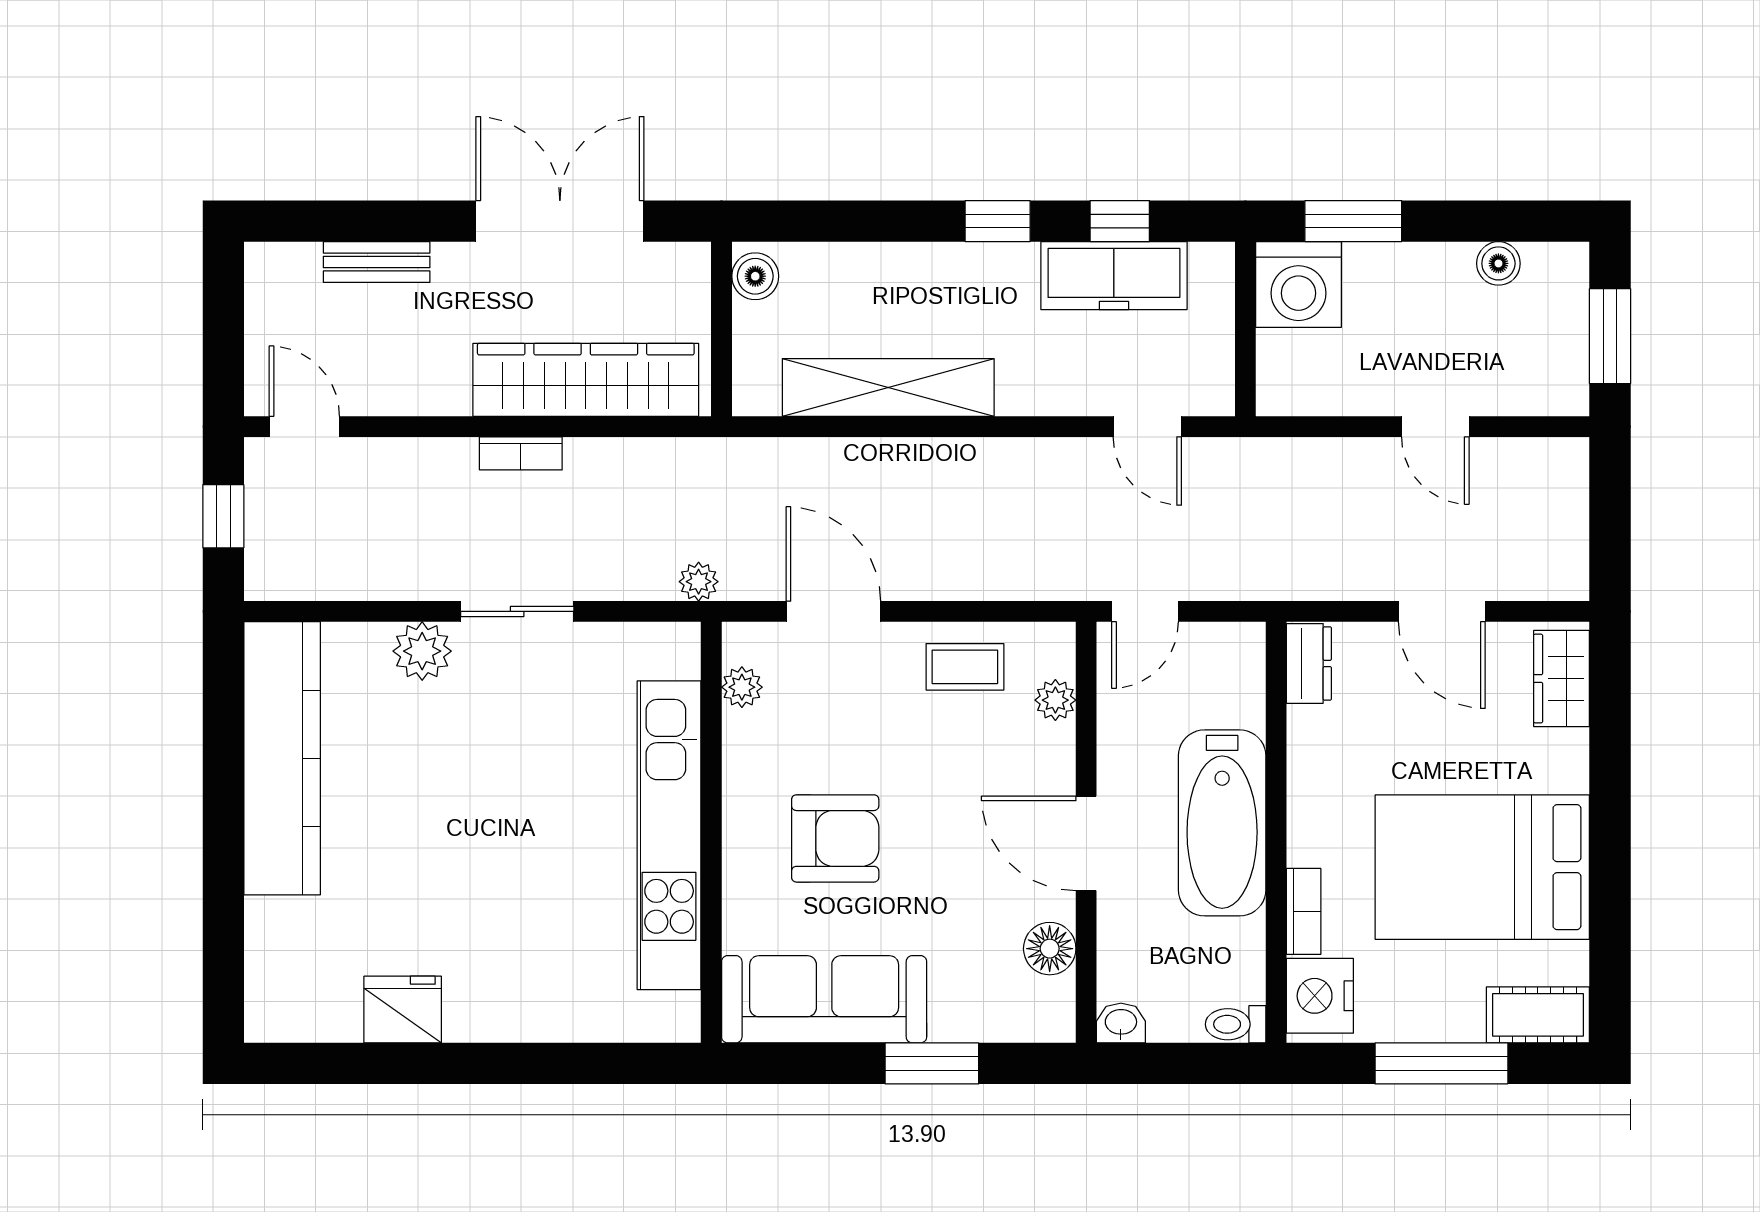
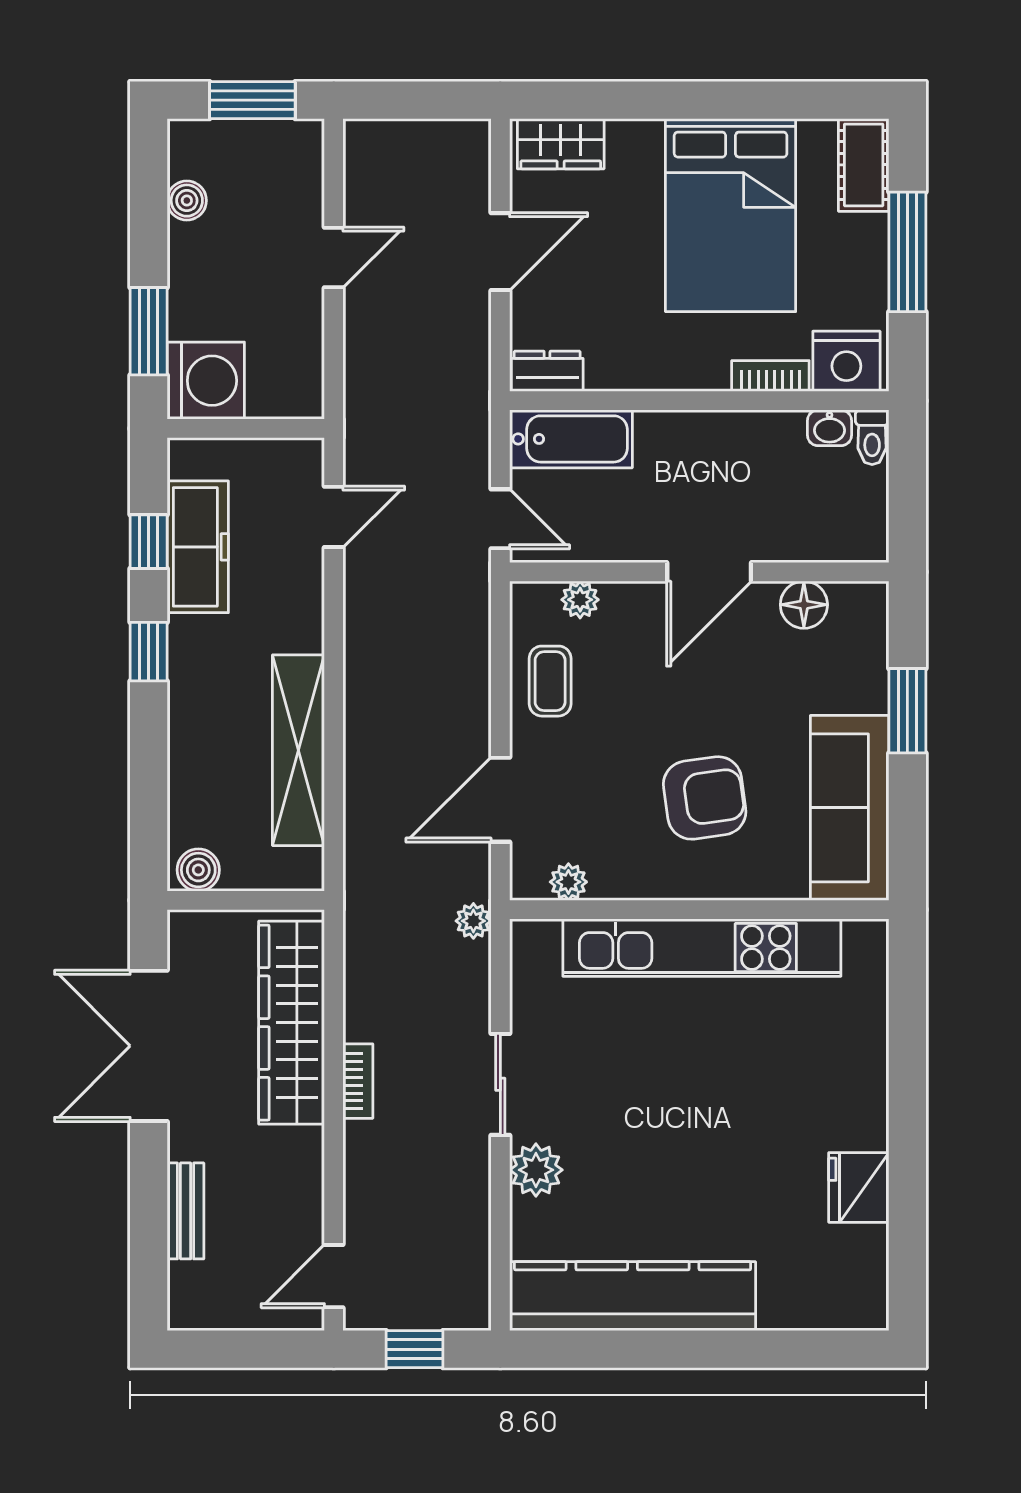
bathtub: (1222, 823) -> (571, 439), moved, width x0.73, depth x0.73
armchair: (835, 838) -> (705, 798), turned 82
washbasin: (1121, 1023) -> (829, 428), moved, turned -90

